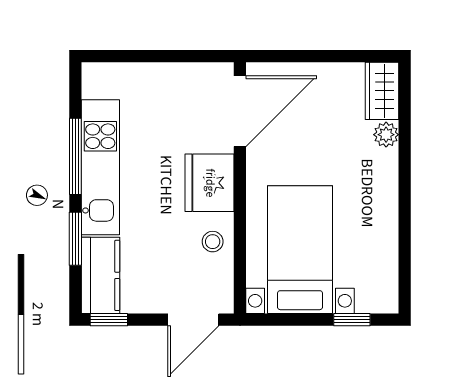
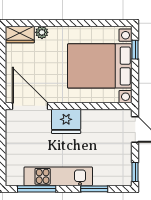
window: (75, 156) -> (37, 189), moved
stool: (213, 242) -> (96, 120), removed
bed with nightstands: (300, 250) -> (100, 66), width x1.36
kitchen counter: (100, 275) -> (113, 176), removed

